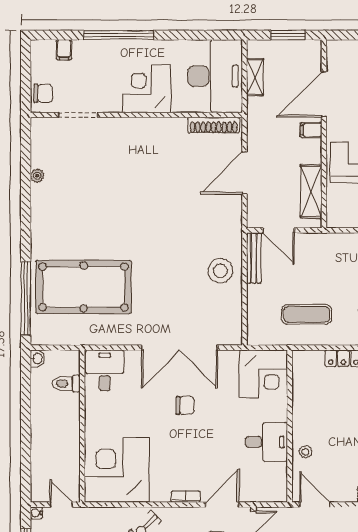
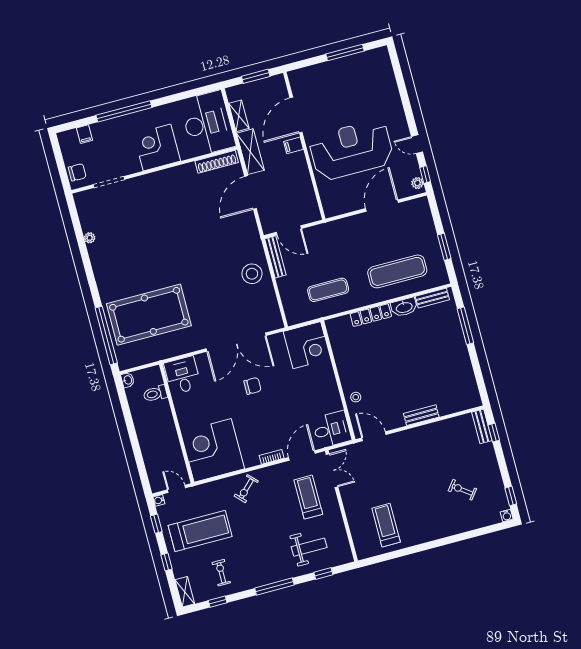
shelving: (311, 191) -> (250, 152), moved
desk: (266, 442) -> (332, 429), moved

